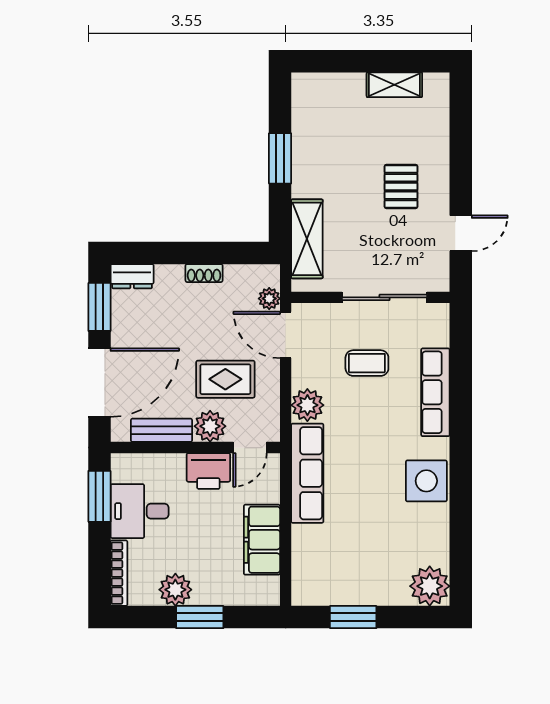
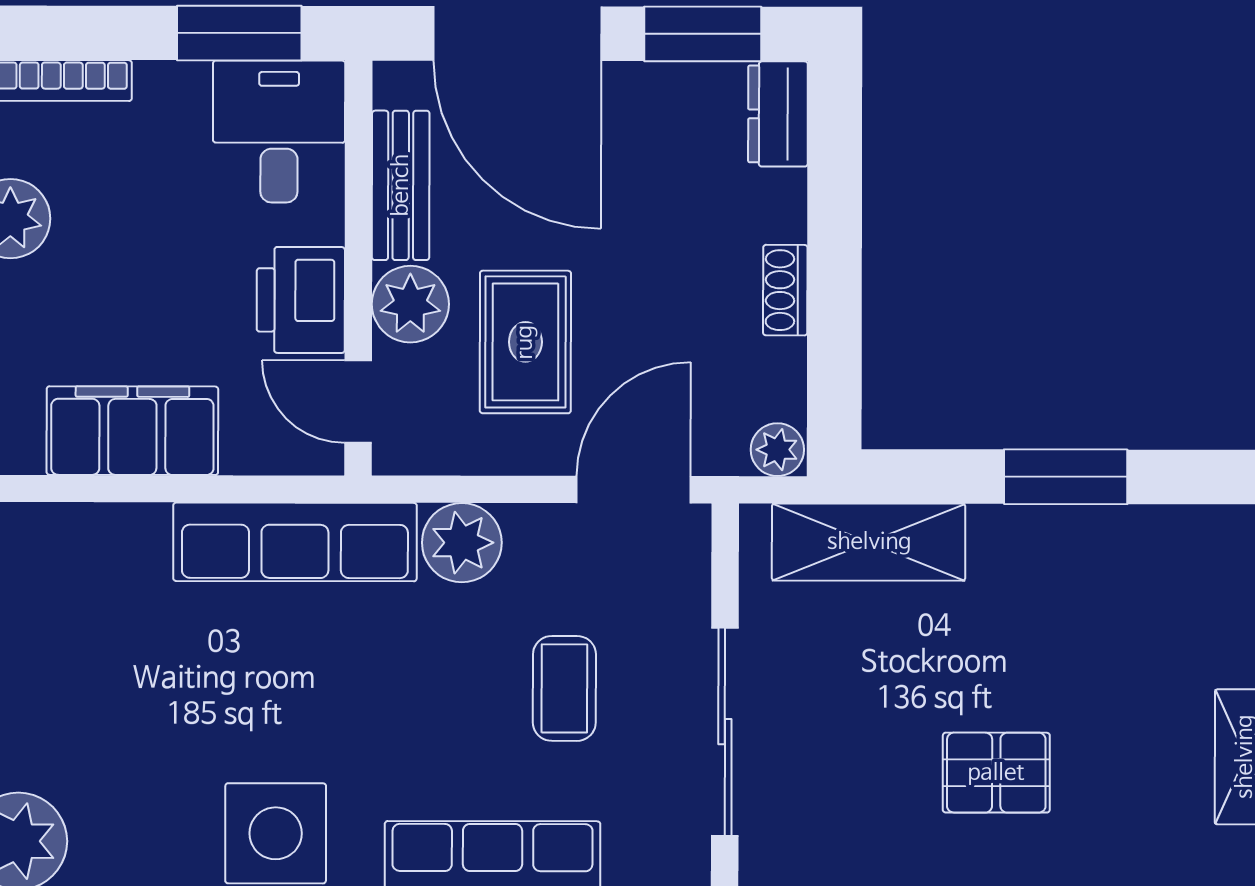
plant: (269, 299) -> (777, 450), moved
desk: (140, 511) -> (279, 131), moved

